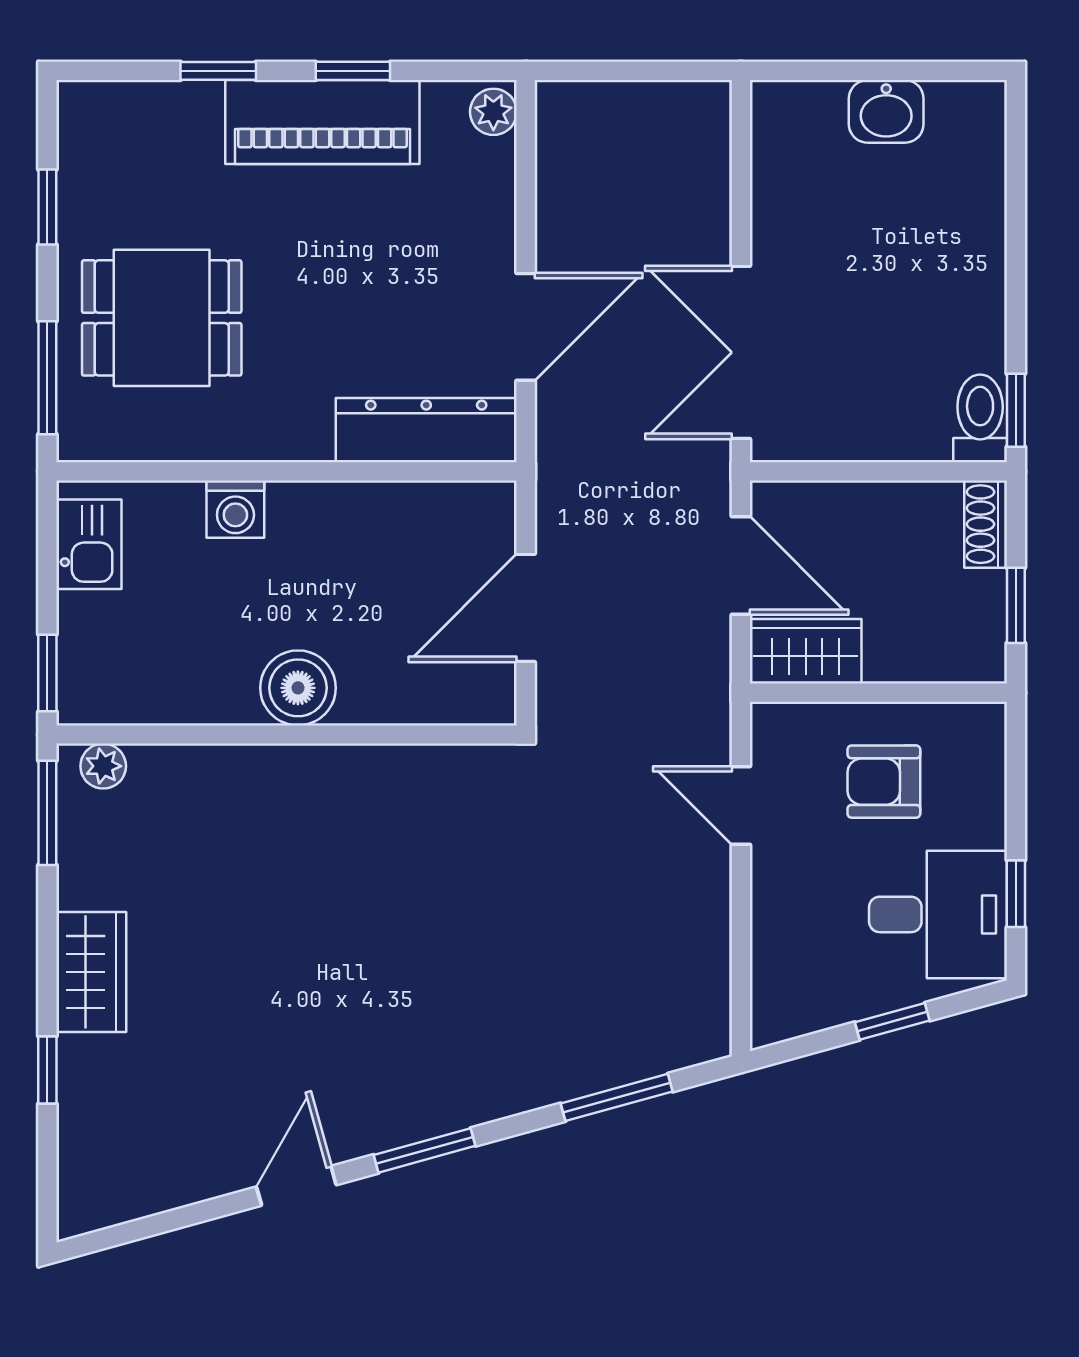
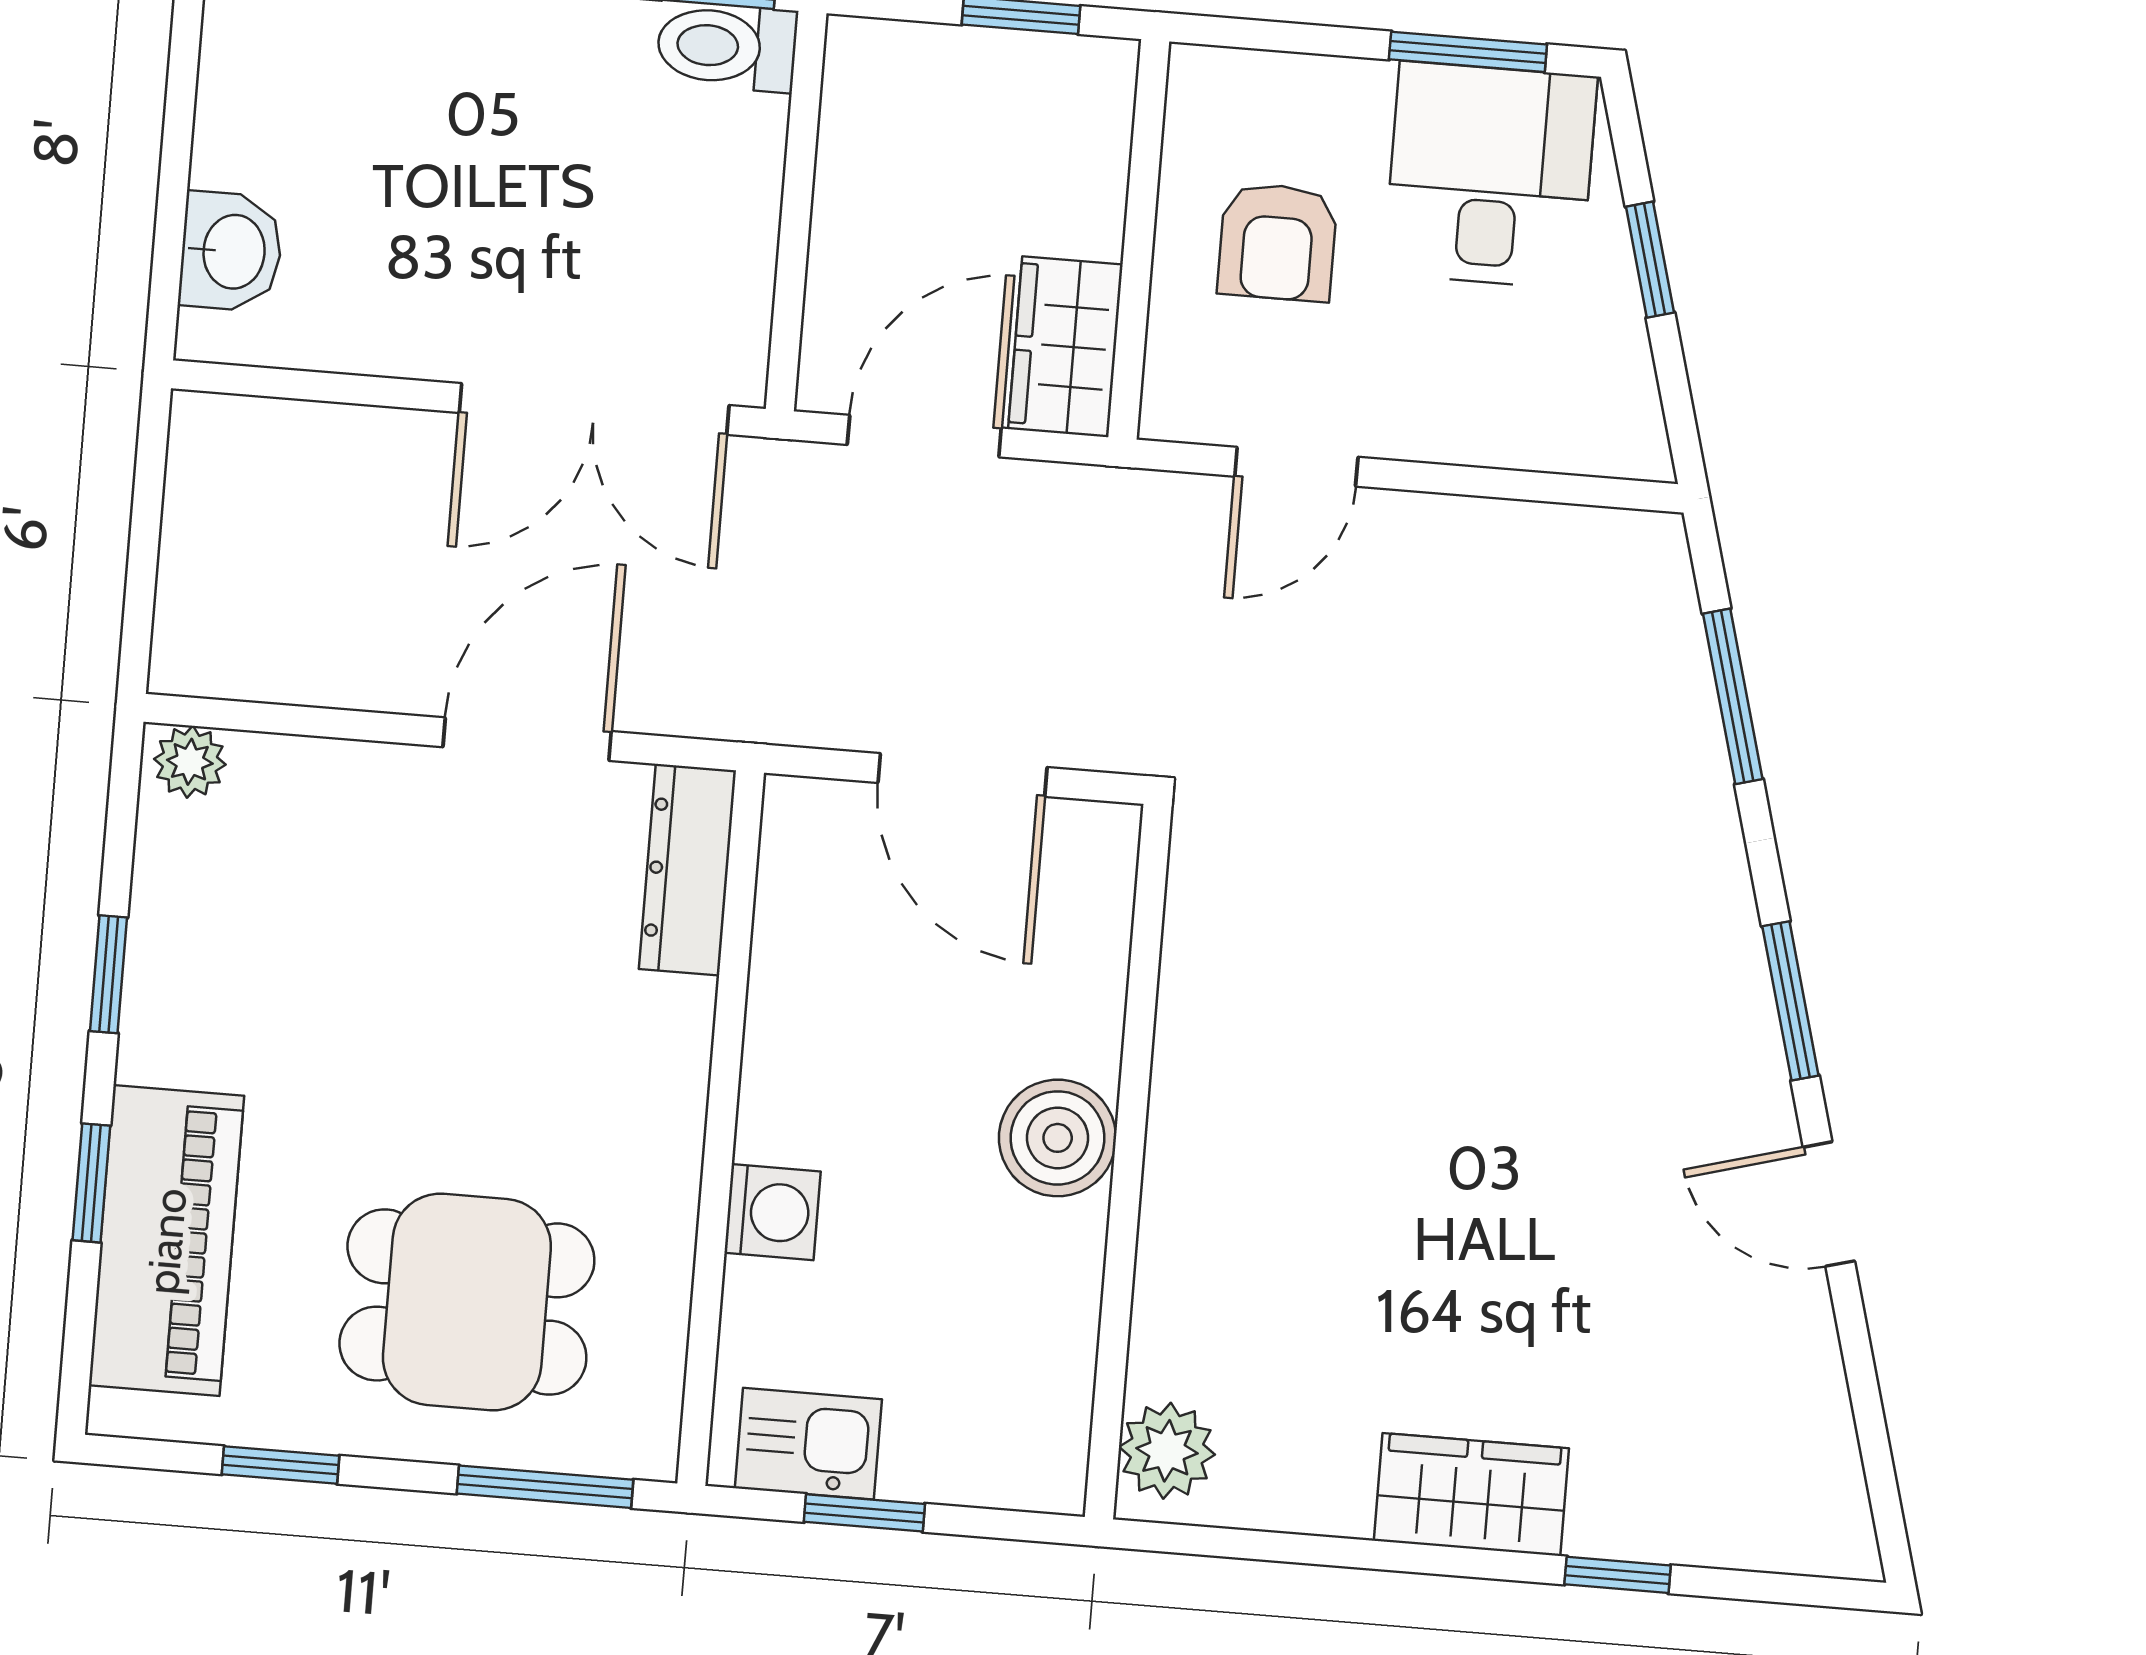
washbasin: (886, 111) -> (231, 251), moved
piano: (322, 122) -> (166, 1241), moved
dining table: (162, 318) -> (467, 1302), turned 90
door: (526, 327) -> (527, 739), hinge flipped
dresser: (426, 430) -> (688, 870), width x0.73, depth x0.80
shoe rack: (986, 524) -> (891, 52), removed
window: (47, 673) -> (864, 1513), moved
plant: (103, 766) -> (1167, 1451), width x1.38, depth x1.38
window: (47, 813) -> (1219, 1542), removed
window: (1016, 894) -> (1468, 52), width x1.50

